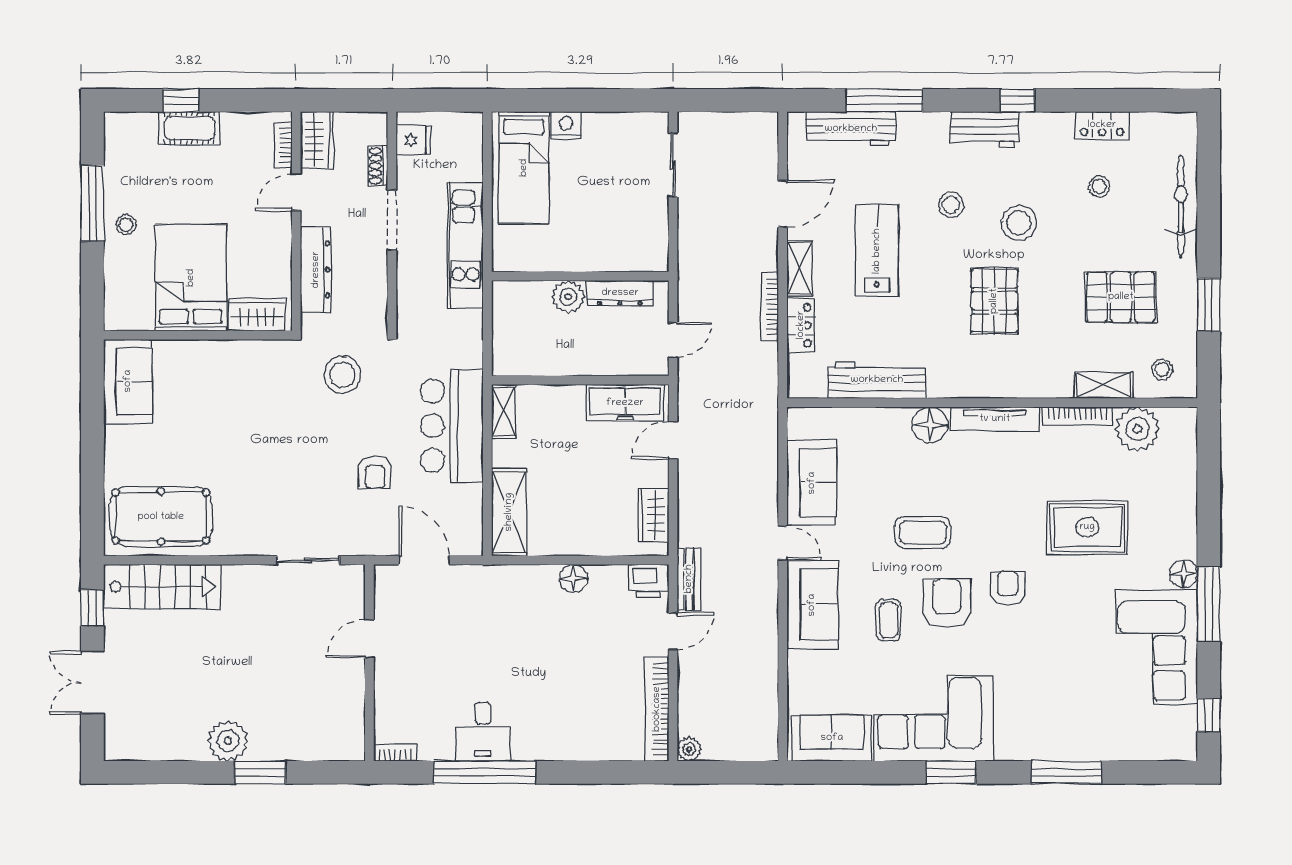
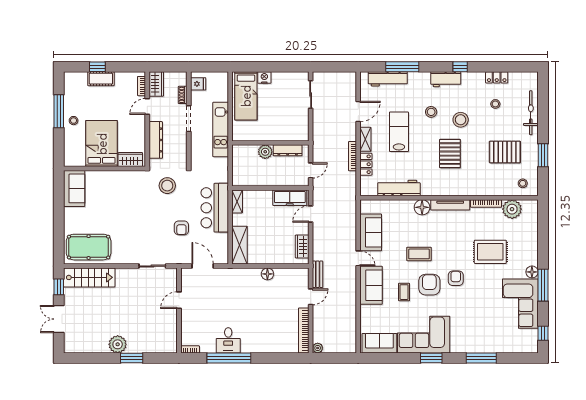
shelving: (1104, 385) -> (497, 190), removed
printer: (648, 581) -> (300, 275), removed

